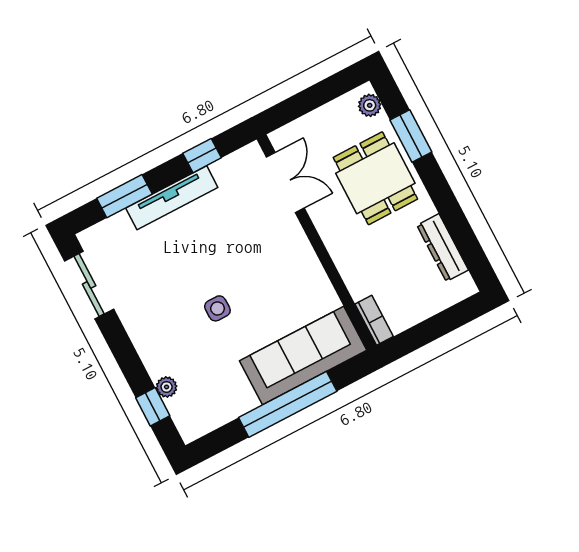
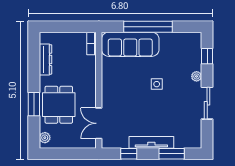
window: (411, 136) -> (34, 104), moved
sliding door: (89, 285) -> (207, 103), moved
plant: (167, 387) -> (197, 76), moved

